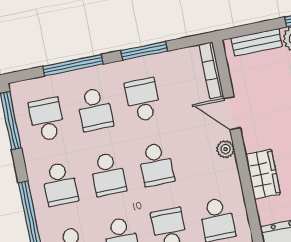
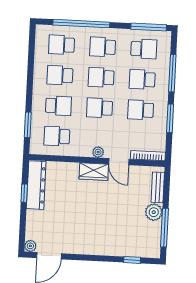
school desk: (143, 100) -> (141, 110), turned 180
door: (232, 113) -> (119, 162), swing flipped
wardrobe: (263, 174) -> (94, 172), moved

